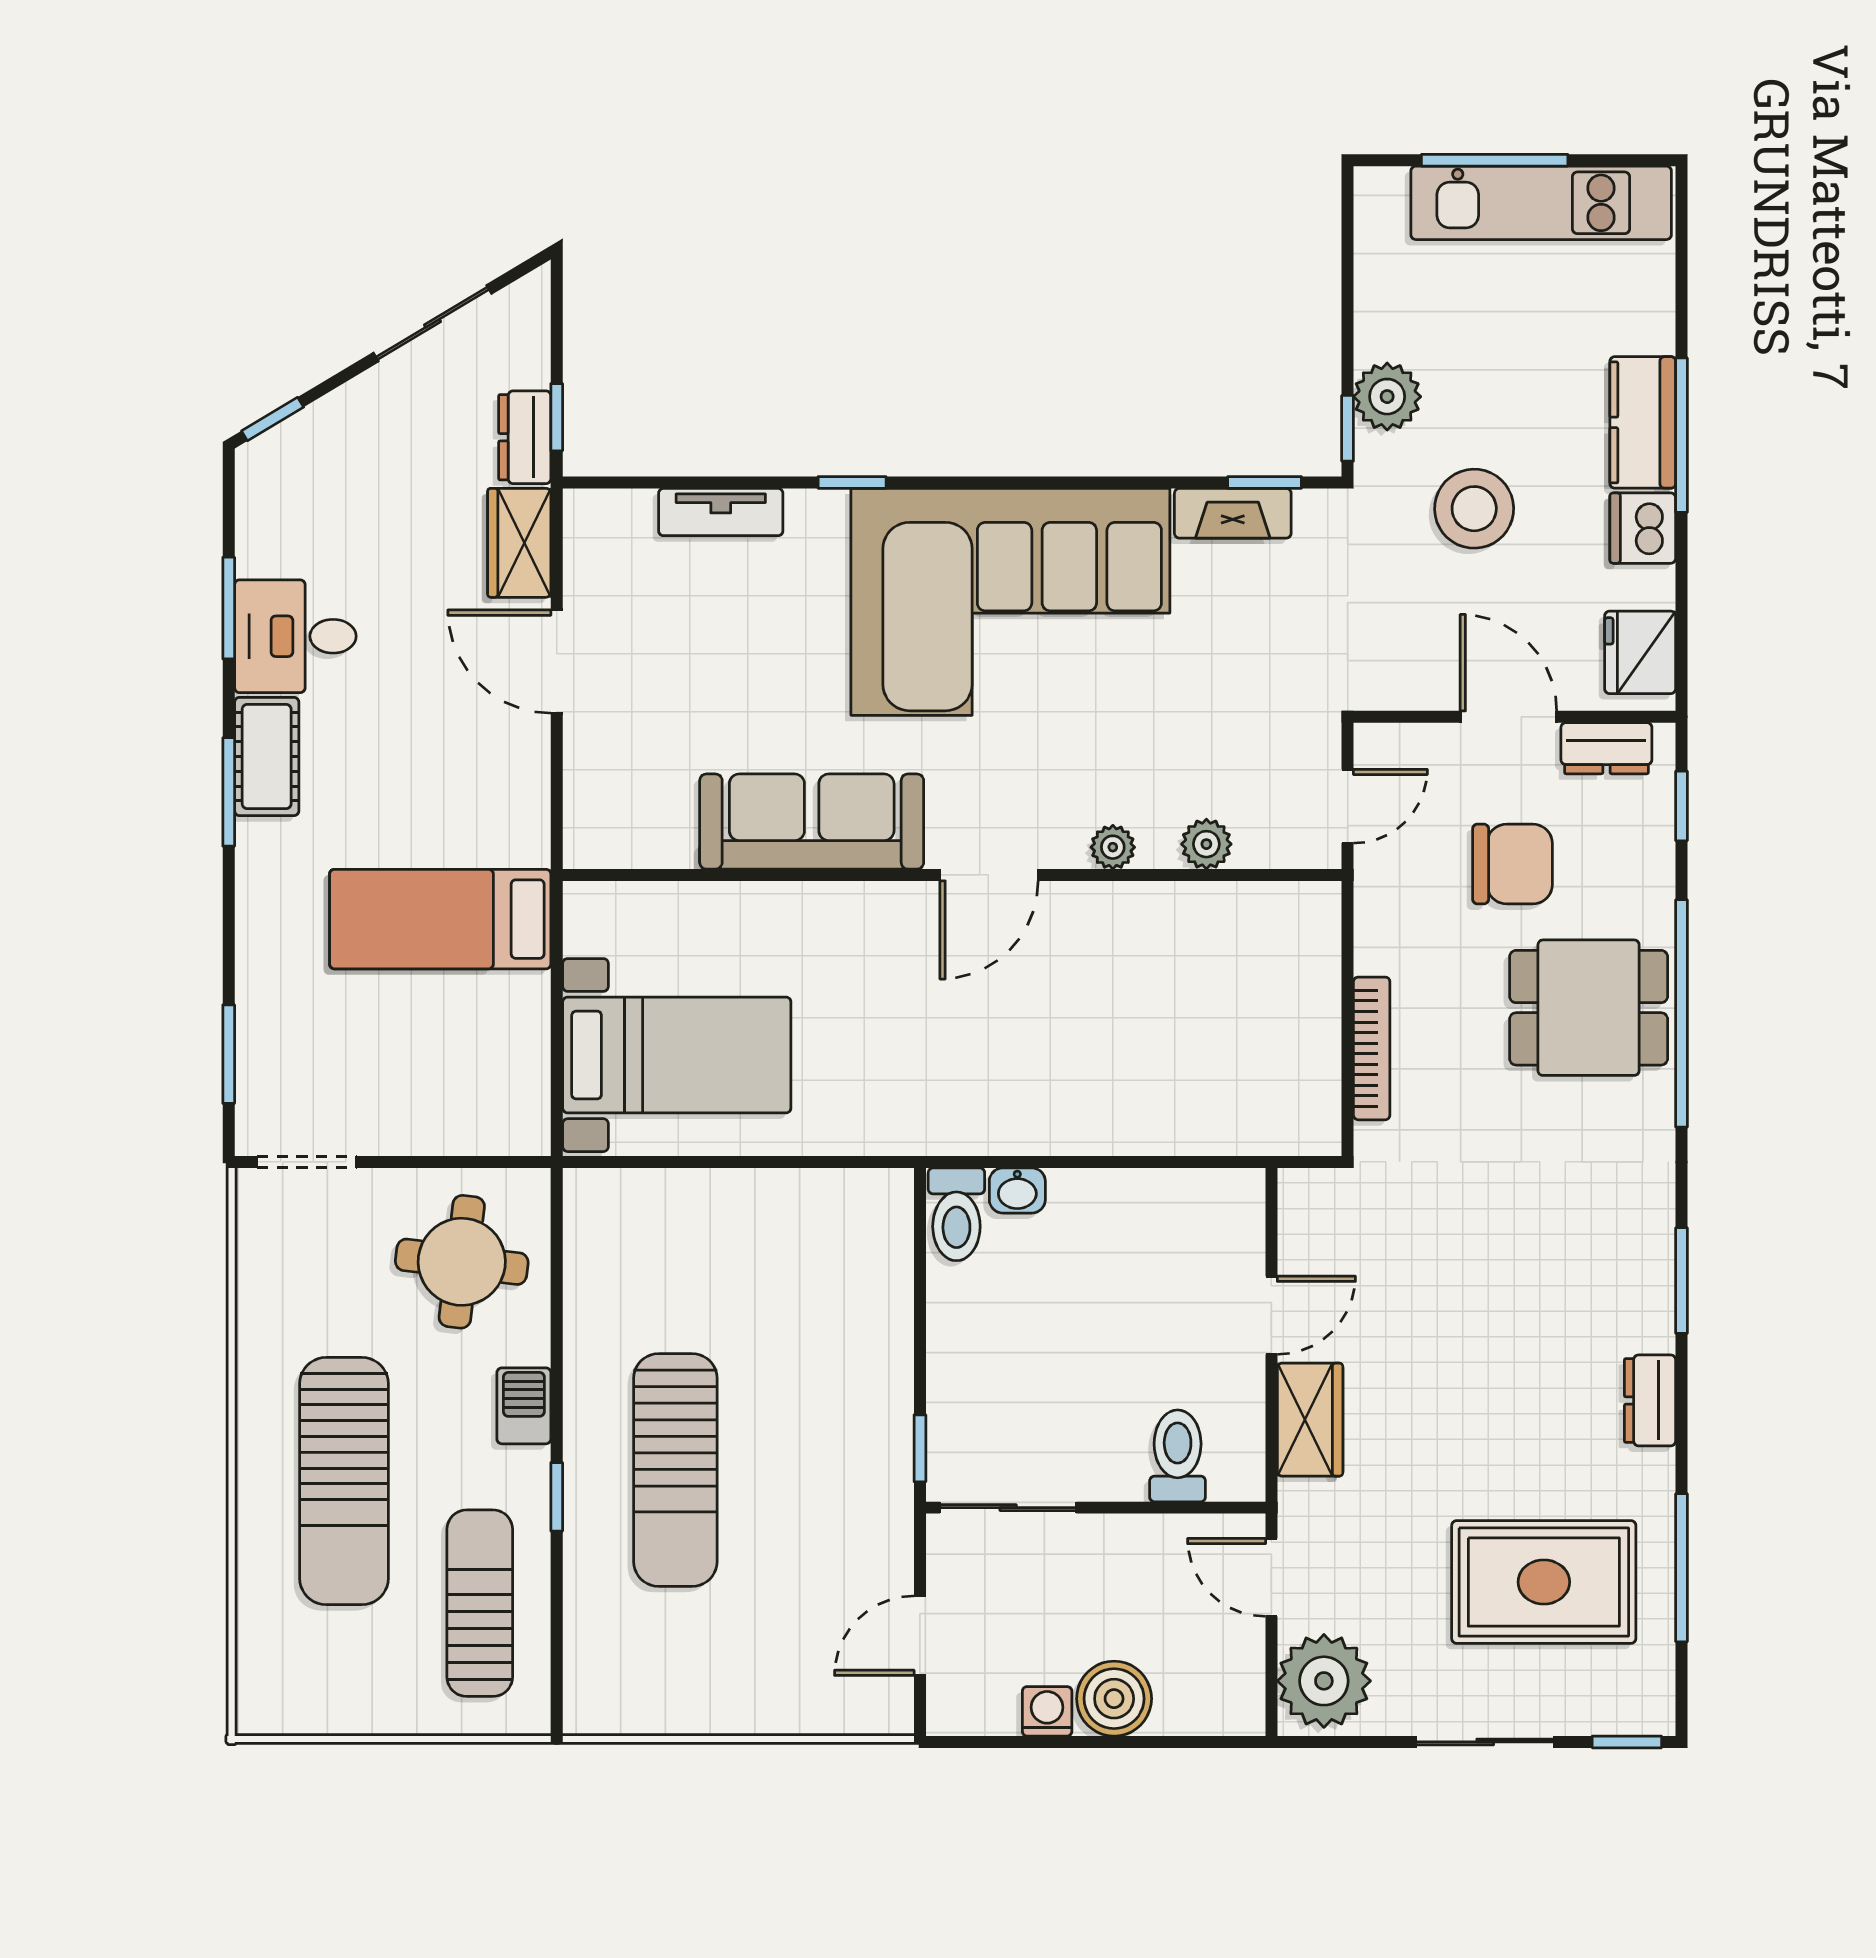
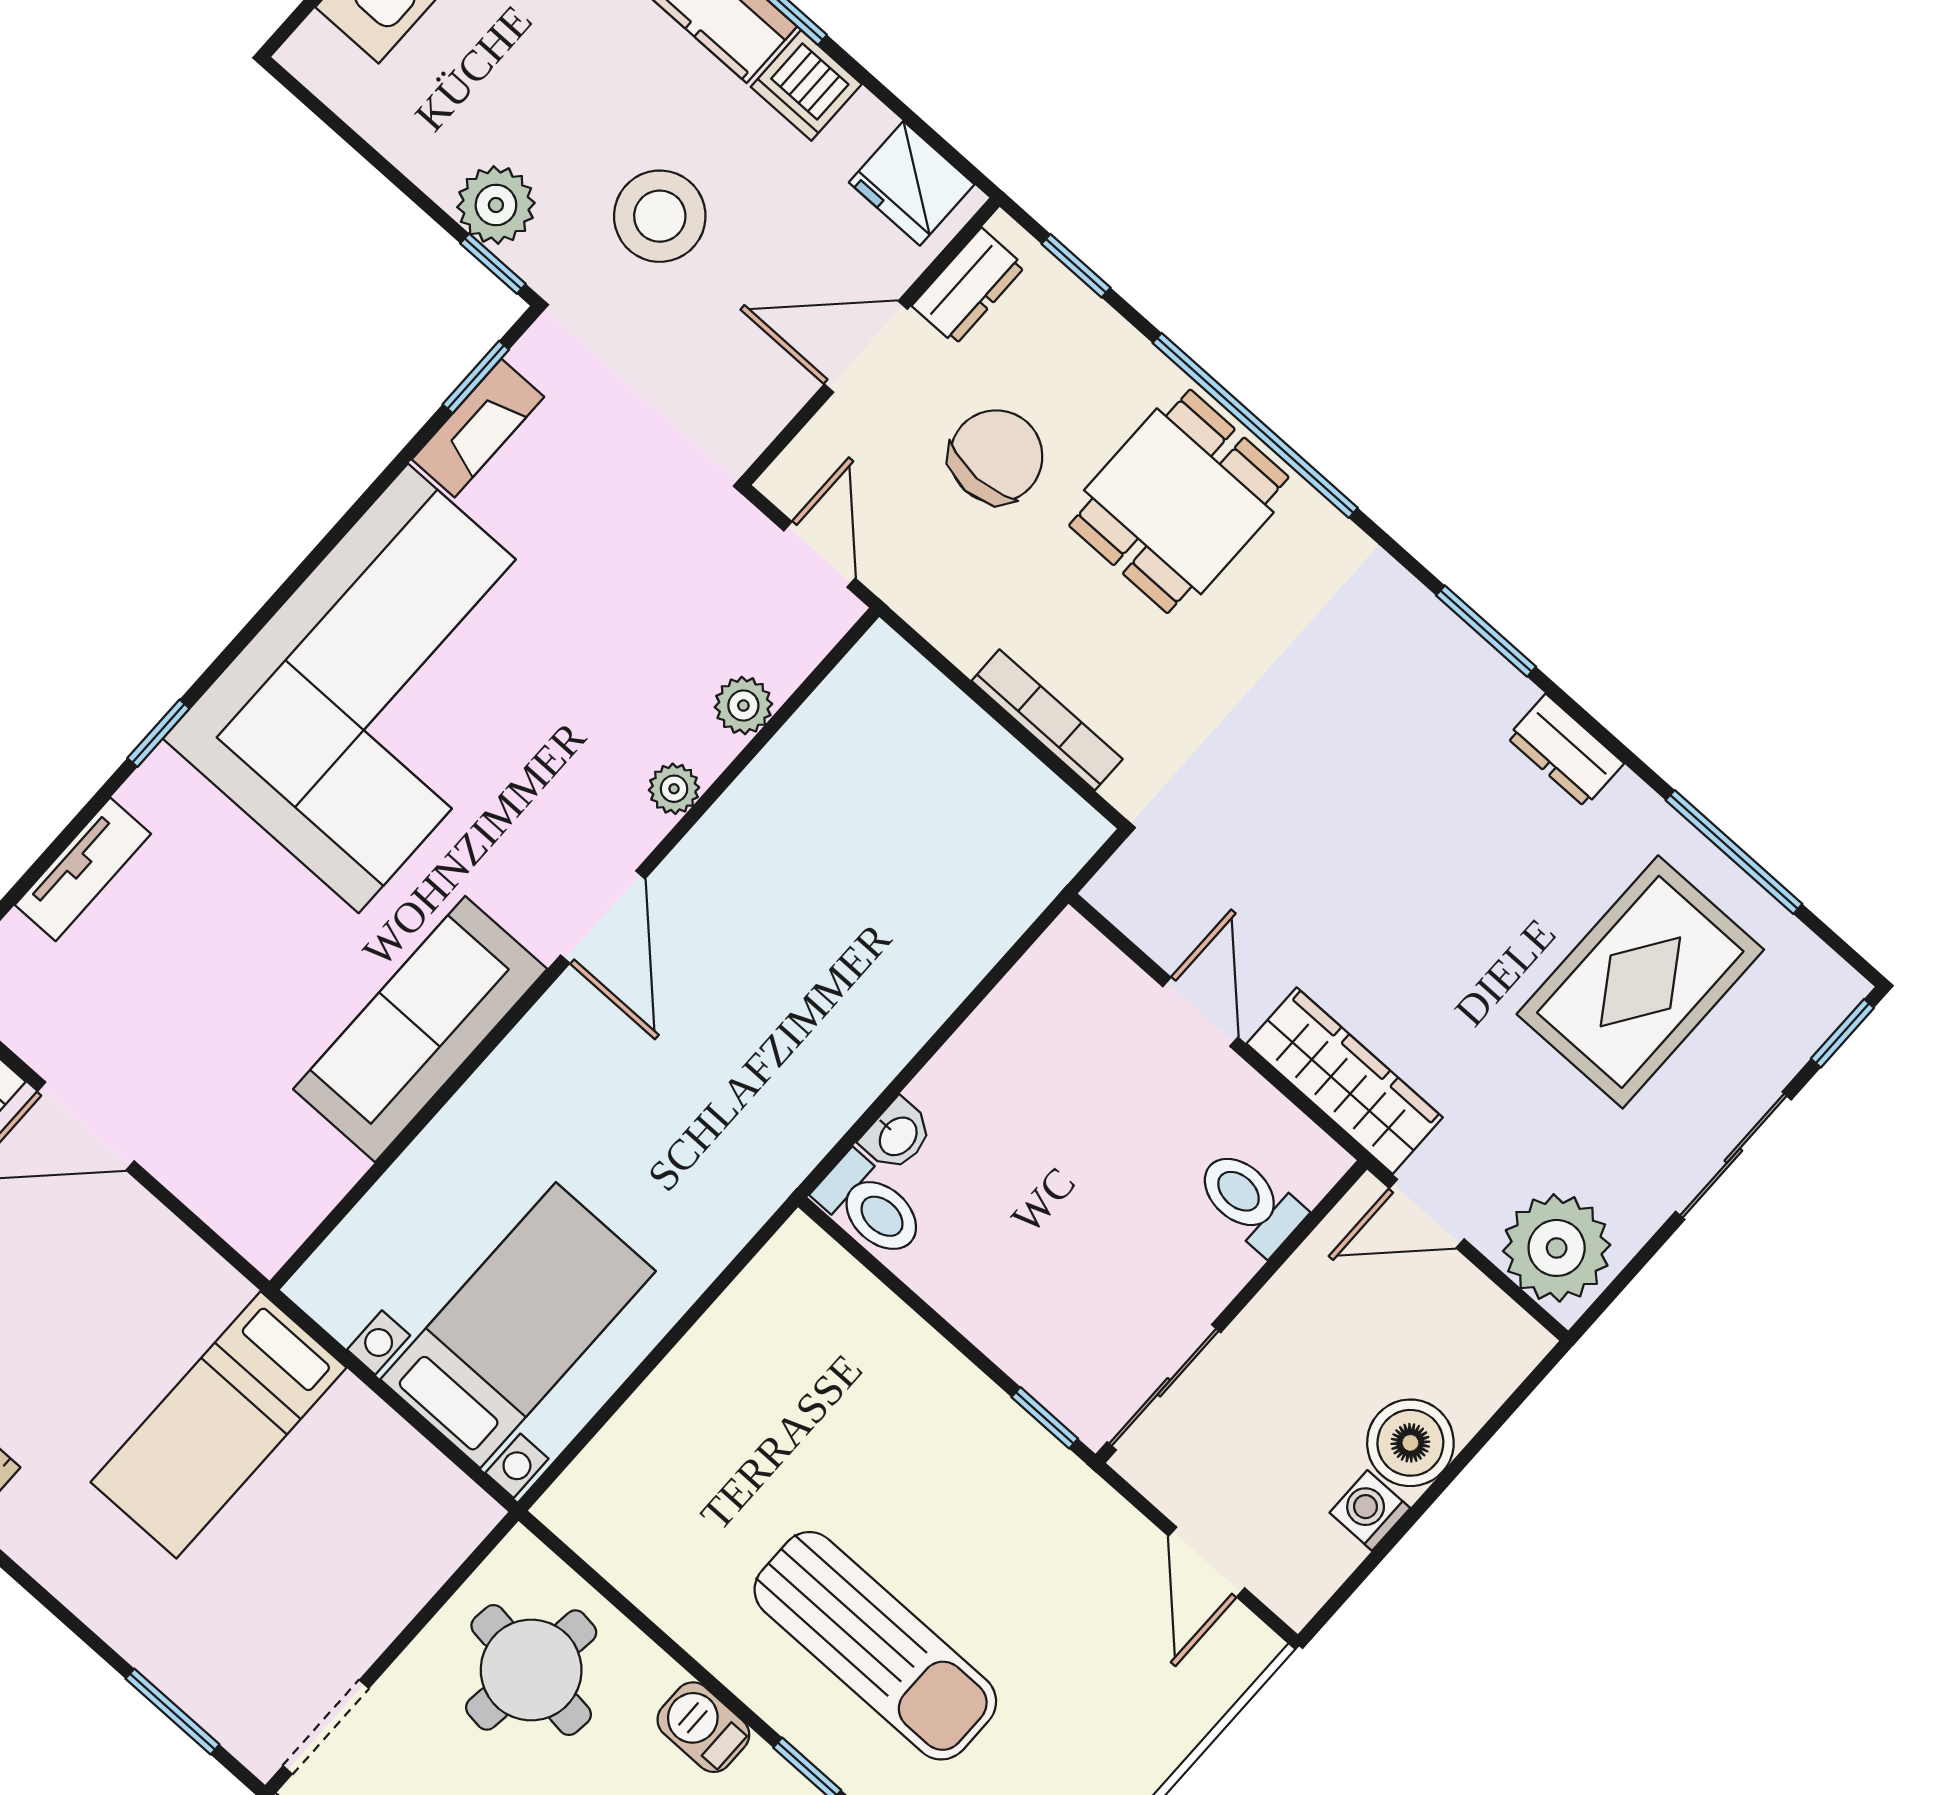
wardrobe: (1310, 1420) -> (1345, 1081), width x1.50

